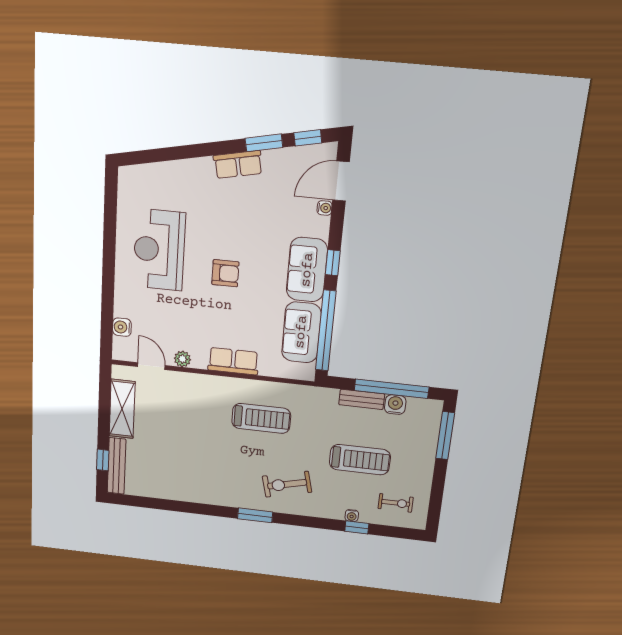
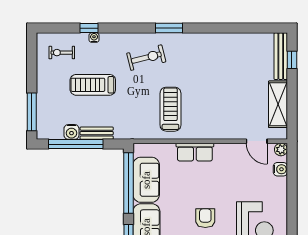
armchair: (225, 273) -> (205, 218), turned 90
plant: (182, 359) -> (281, 149), moved
treadmill: (261, 418) -> (170, 109), turned 90

